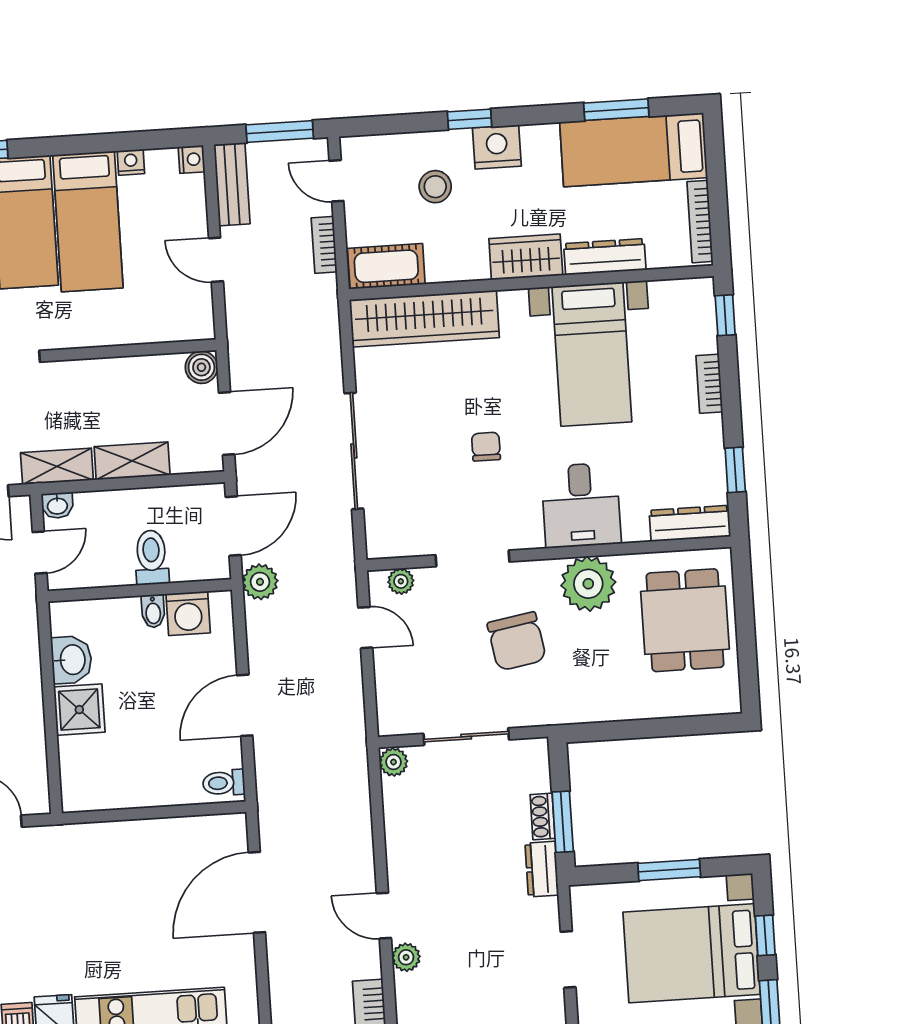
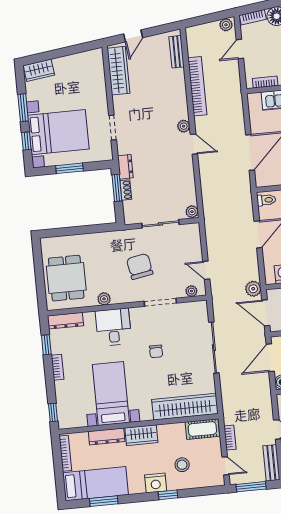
bookcase: (709, 384) -> (57, 367), moved
door: (233, 526) -> (266, 313), hinge flipped
plant: (588, 584) -> (104, 299), width x0.53, depth x0.53

